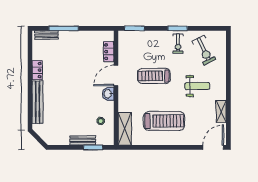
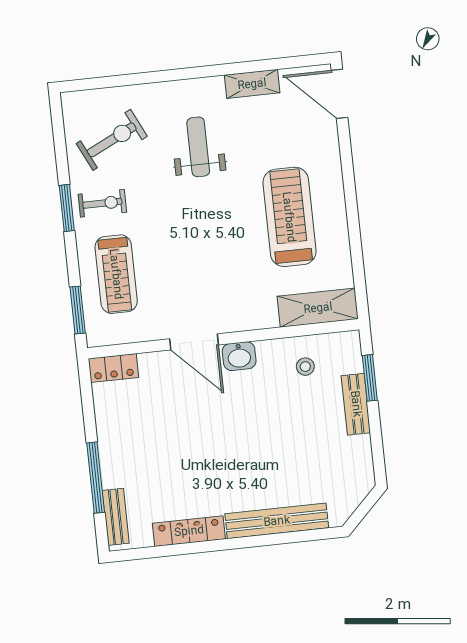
locker: (109, 52) -> (113, 368), moved
locker: (37, 70) -> (189, 531), width x1.53
treadmill: (154, 76) -> (116, 274), moved

